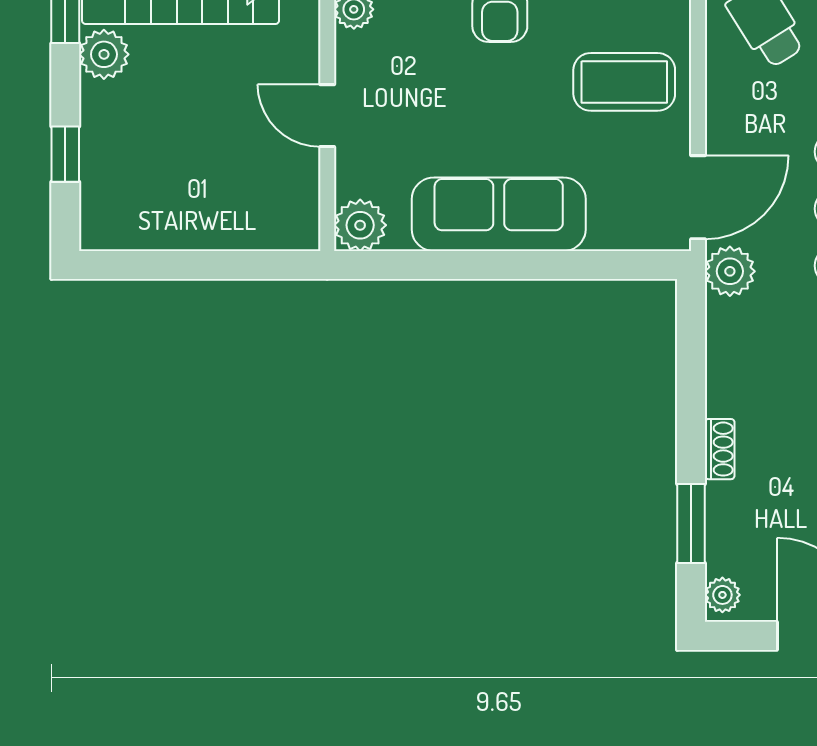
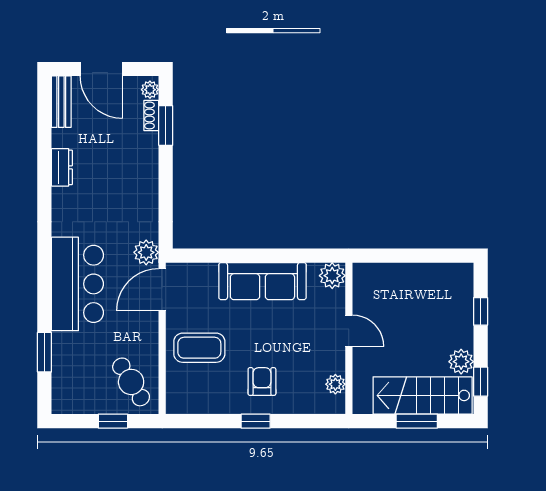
shoe rack: (720, 449) -> (151, 115), moved

